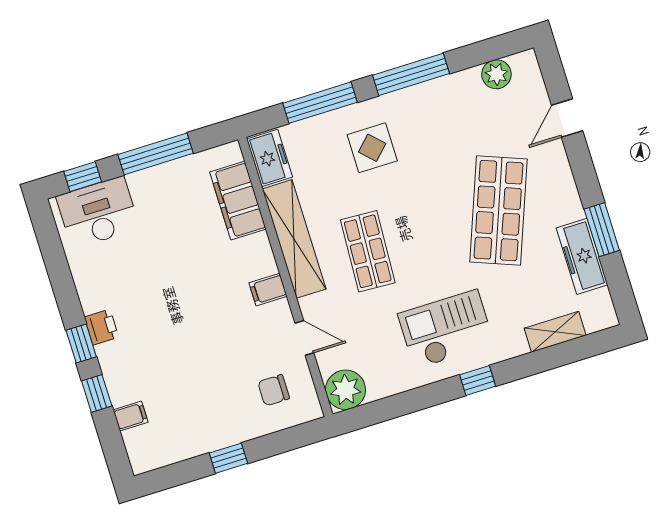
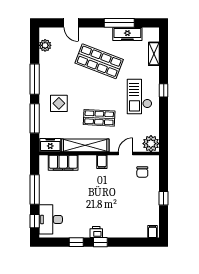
window: (602, 230) -> (119, 23), width x1.44
window: (97, 393) -> (76, 242), moved
filing cabinet: (131, 416) -> (153, 232), moved

